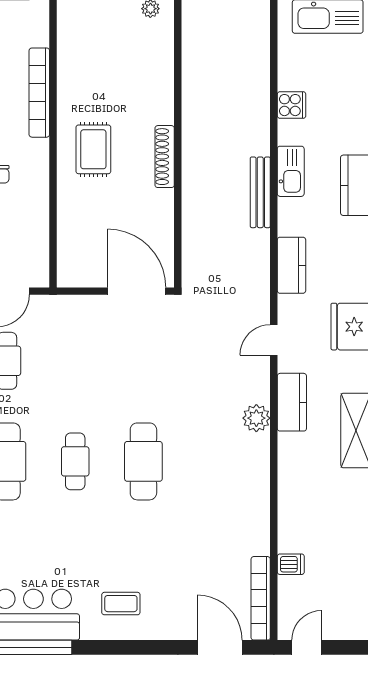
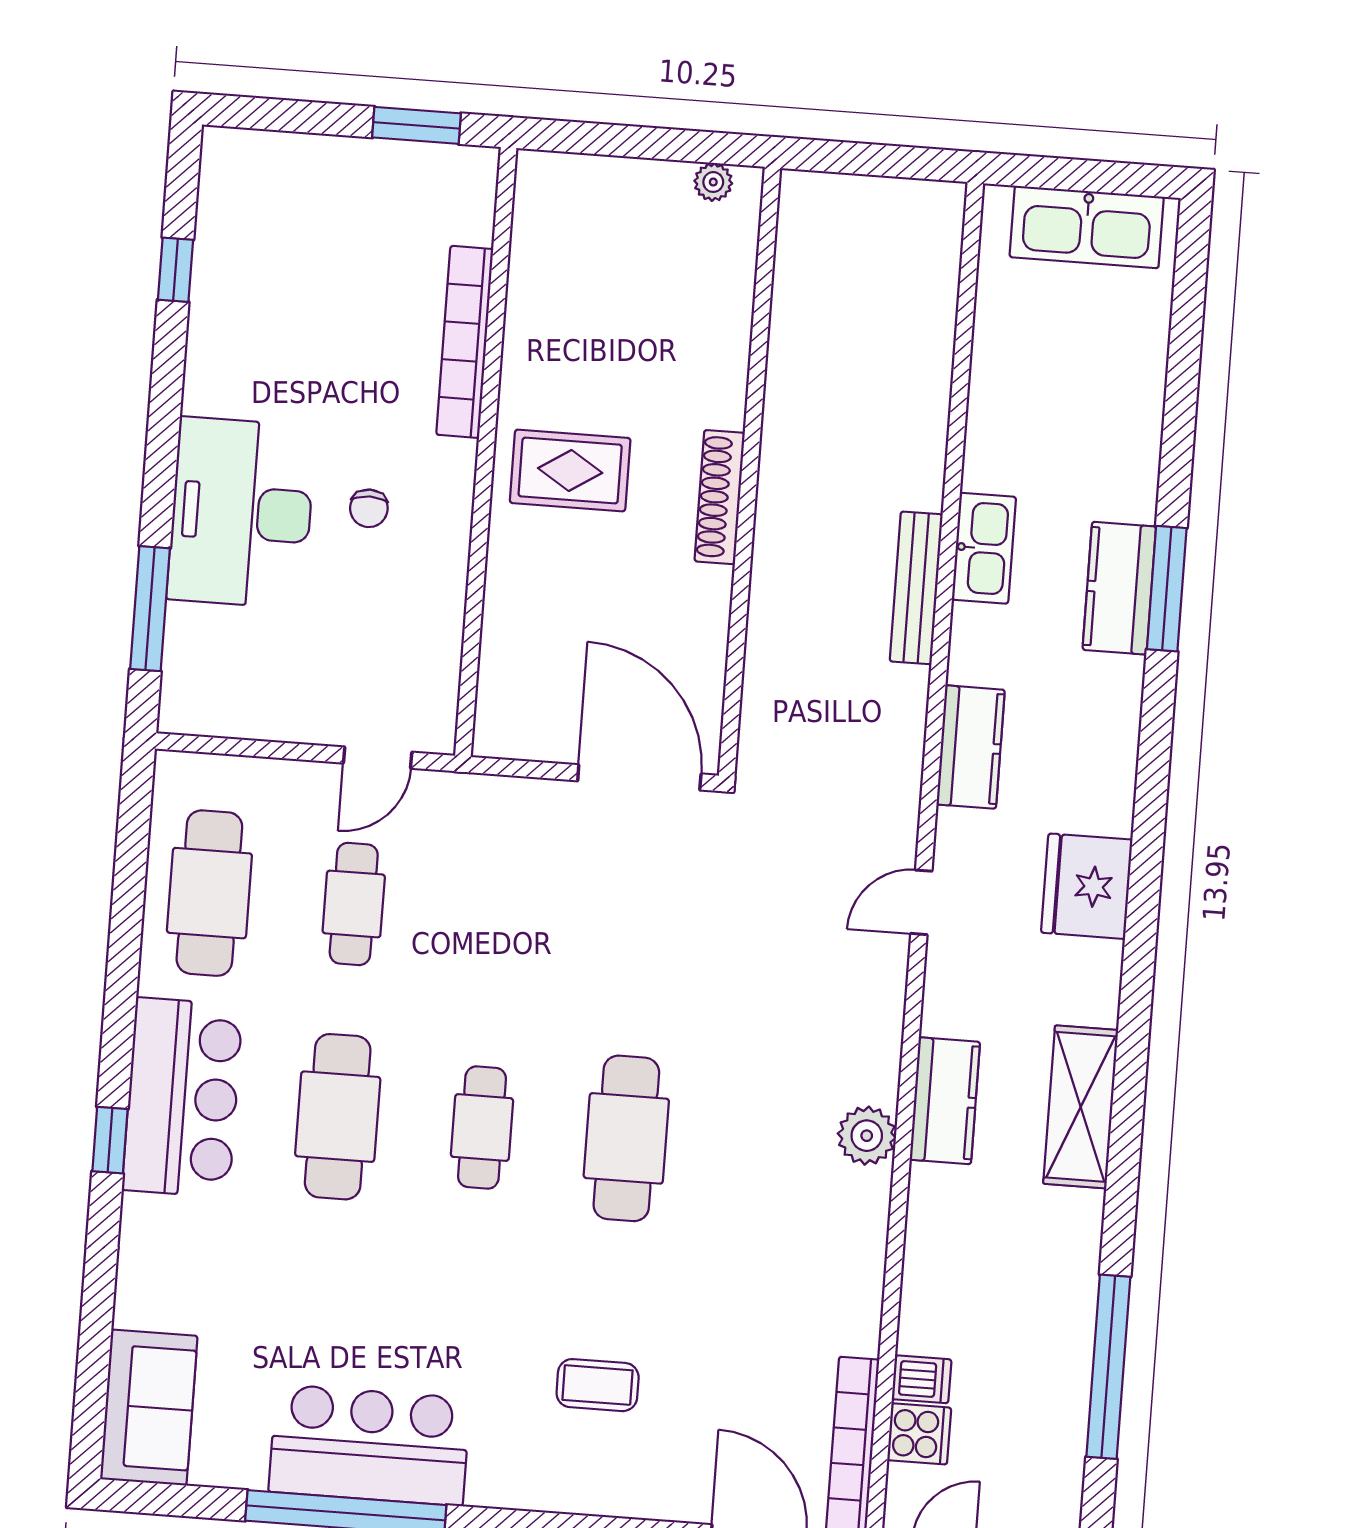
cooker: (292, 105) -> (919, 1434), moved
rug: (93, 149) -> (570, 470), turned 90
kitchen counter: (292, 402) -> (945, 1101), moved
plant: (256, 418) -> (867, 1136), moved
coffee table: (121, 604) -> (598, 1385), moved

